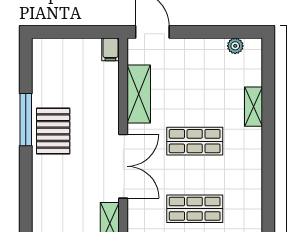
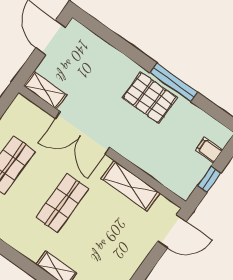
window: (86, 32) -> (209, 179), added
filing cabinet: (110, 49) -> (209, 150), moved

